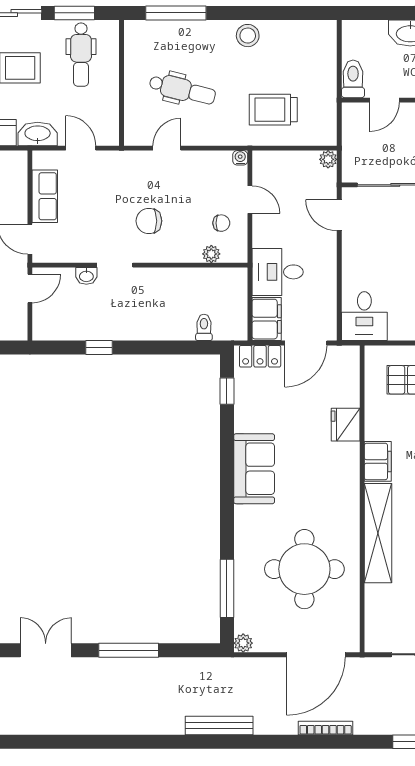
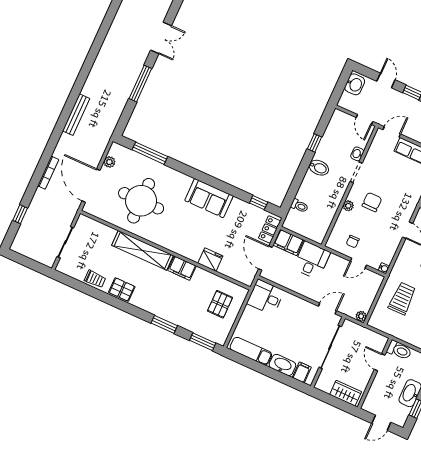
plant: (211, 254) -> (348, 206), moved
bidet: (133, 324) -> (319, 168), added
plant: (243, 643) -> (109, 162), moved

